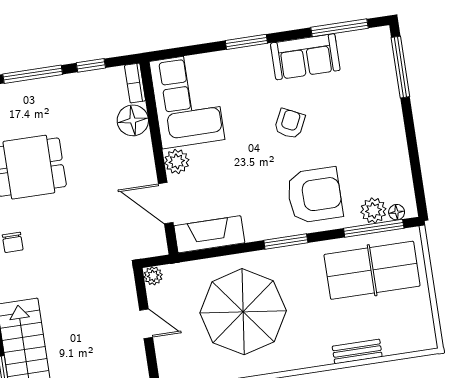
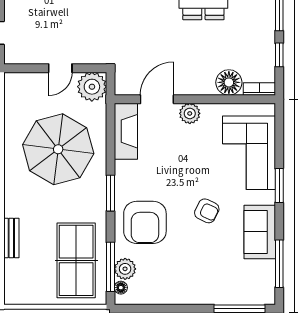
corner sofa: (187, 101) -> (249, 153), moved, turned 90
plant: (153, 276) -> (92, 87), width x1.87, depth x1.87

